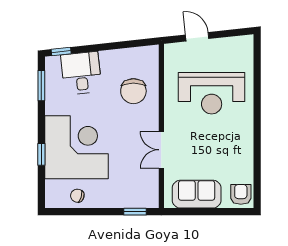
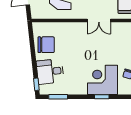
chair: (133, 91) -> (46, 45), moved
corner desk: (76, 147) -> (103, 80), width x0.74, depth x0.74

